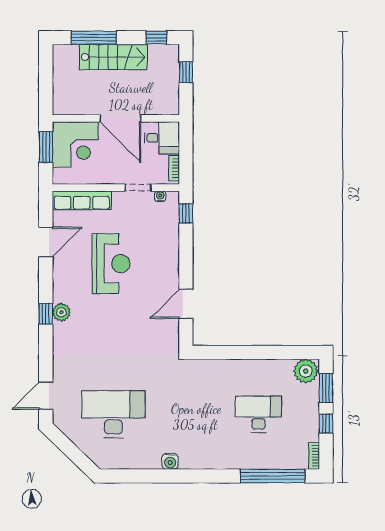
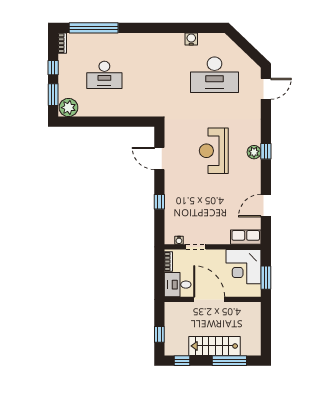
corner desk: (75, 144) -> (243, 267), moved, turned -90
row of seats: (82, 200) -> (246, 237), width x0.68
window: (186, 213) -> (159, 202), moved
reception desk: (111, 264) -> (214, 151), moved
door: (186, 304) -> (159, 158), swing flipped
water cooler: (170, 461) -> (191, 39), moved

